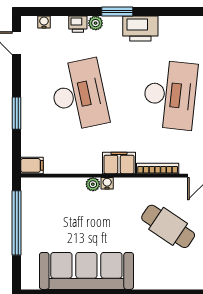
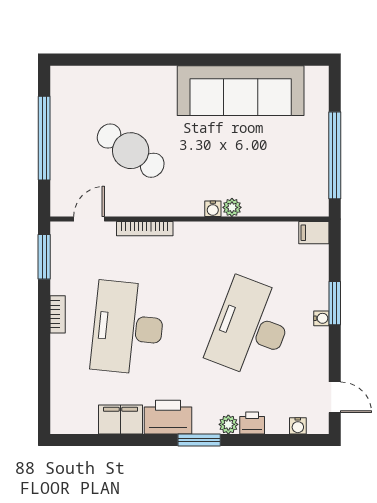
desk: (79, 95) -> (251, 328), turned 33
water cooler: (27, 102) -> (321, 318), added
filing cabinet: (119, 163) -> (121, 419), moved, turned 180

